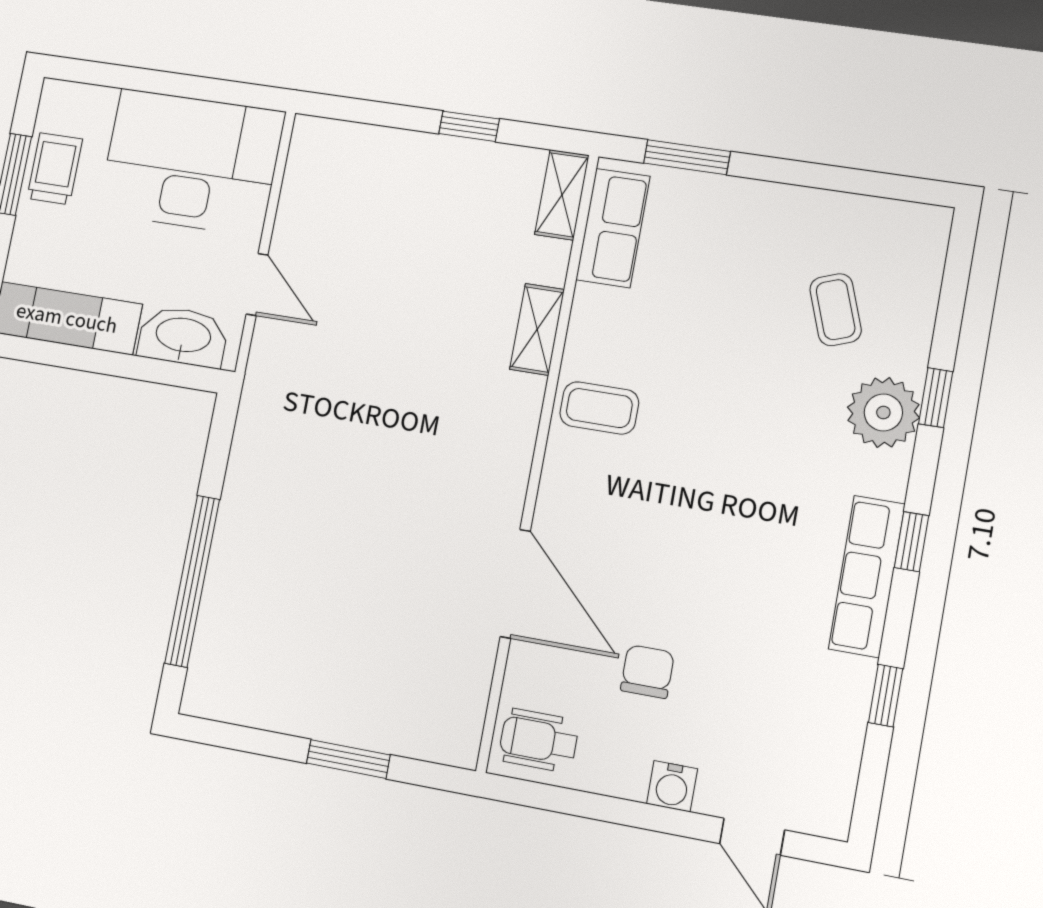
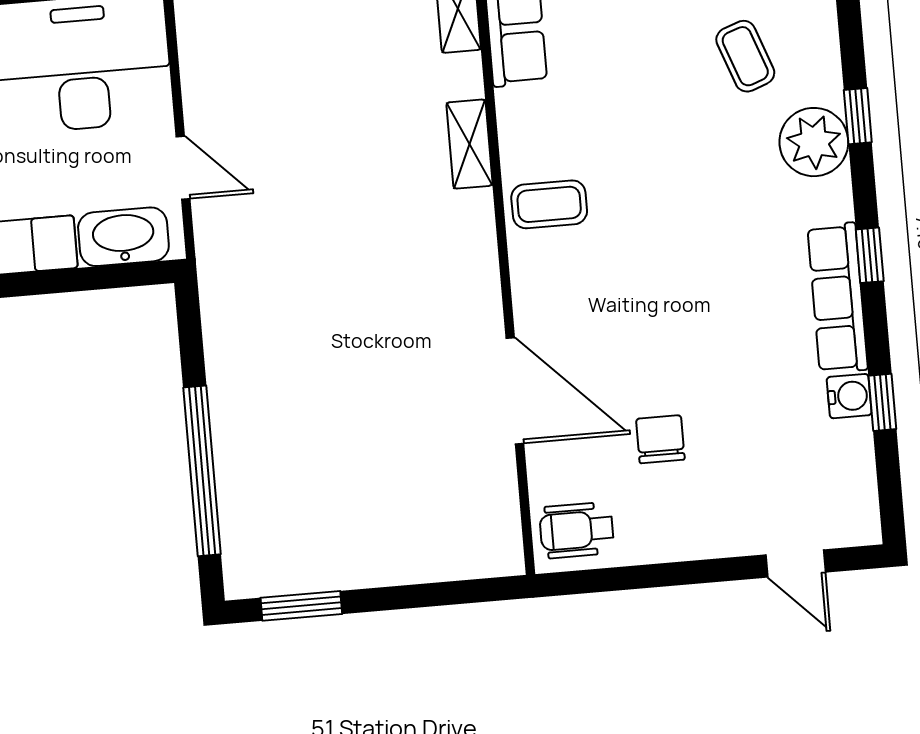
window: (348, 759) -> (301, 606), moved
water cooler: (672, 786) -> (849, 396), moved, turned -90

